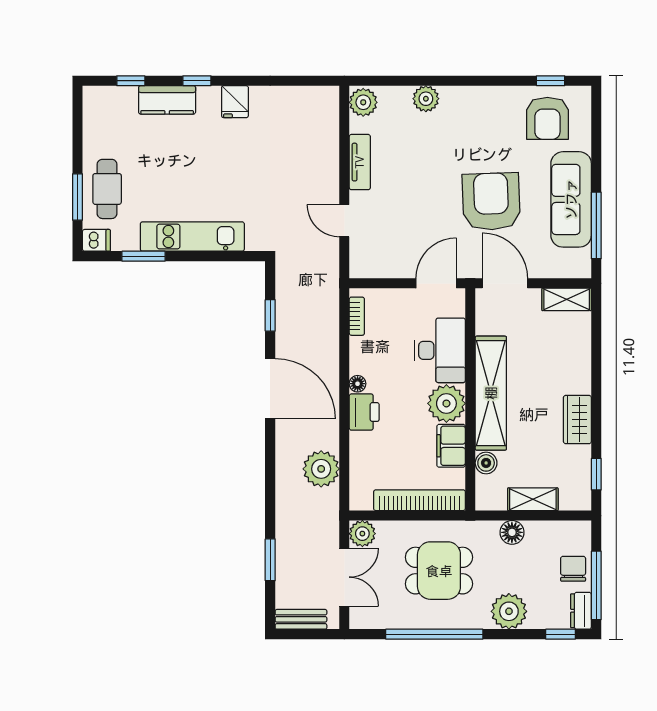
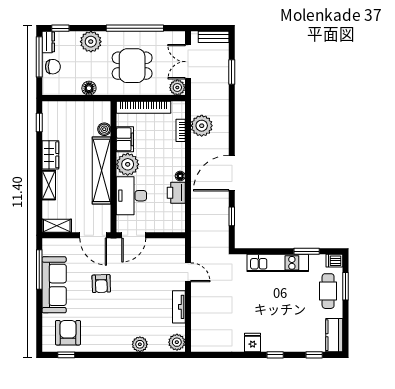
kitchen counter: (167, 100) -> (334, 335), moved, turned -90
armchair: (491, 201) -> (101, 284), width x0.53, depth x0.53
bookcase: (357, 316) -> (181, 130), moved
door: (270, 389) -> (232, 173), hinge flipped
printer: (364, 412) -> (176, 193), moved
shelving: (533, 499) -> (49, 185), moved, turned 90
chair: (573, 569) -> (53, 67), turned -90

